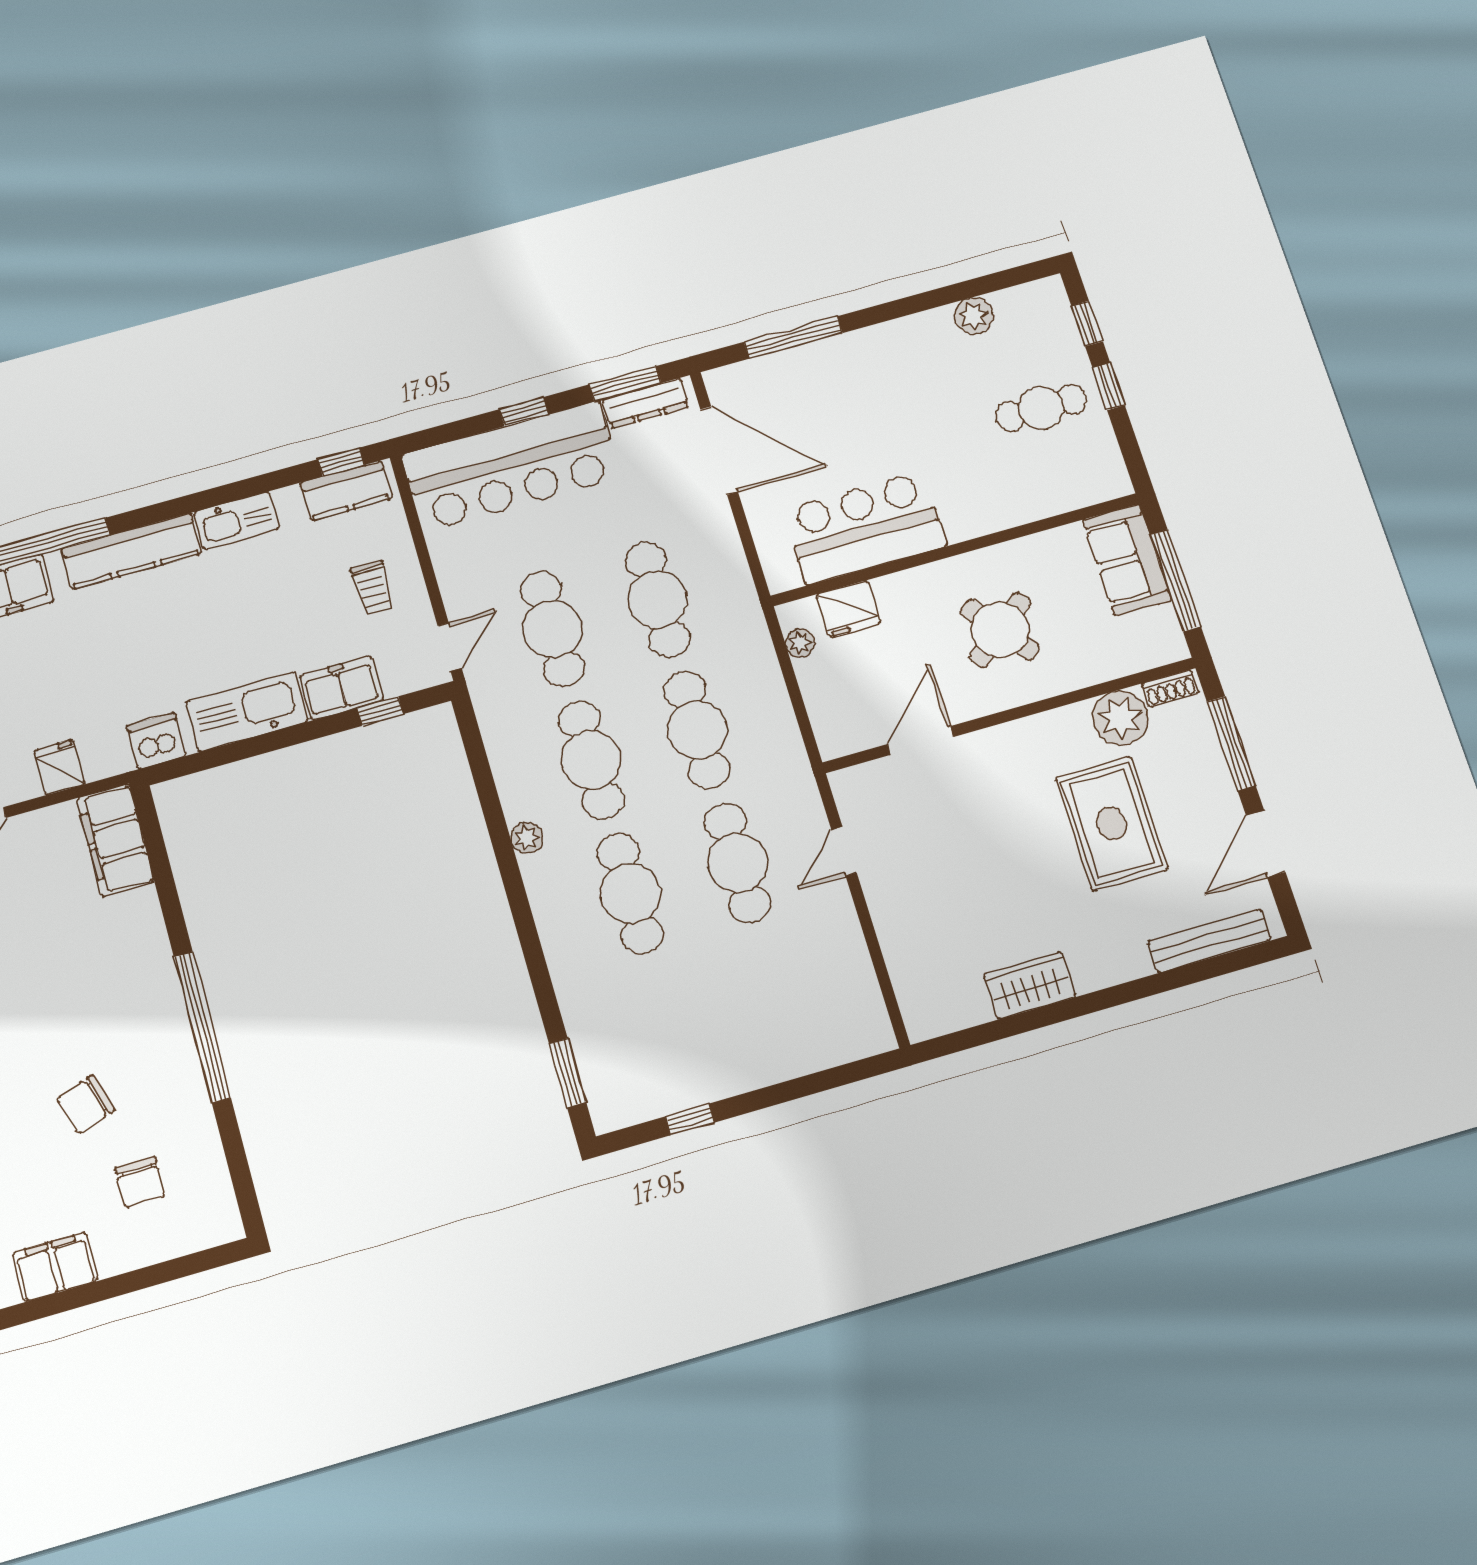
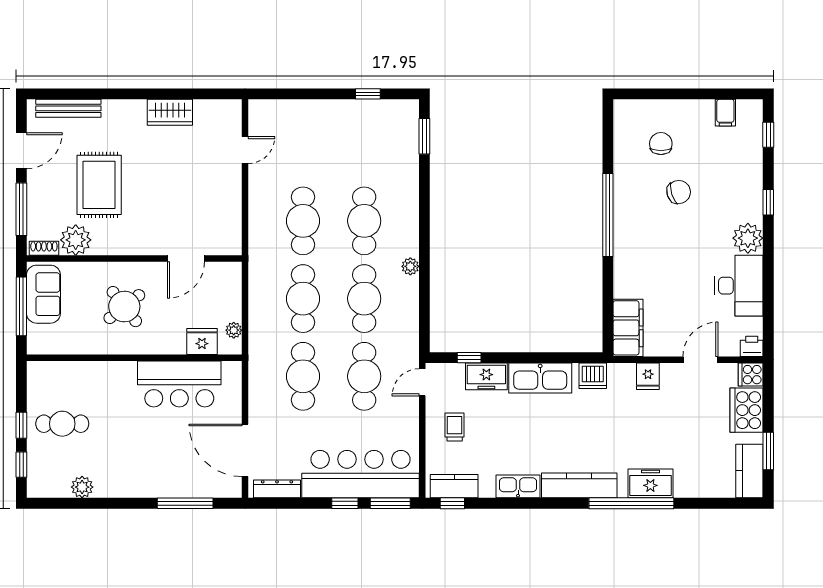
window: (625, 384) -> (390, 503), moved
sofa: (1127, 560) -> (43, 294), moved
door: (844, 851) -> (245, 150), moved
filing cabinet: (55, 1267) -> (725, 113), width x0.50

